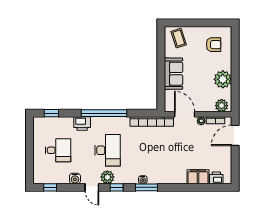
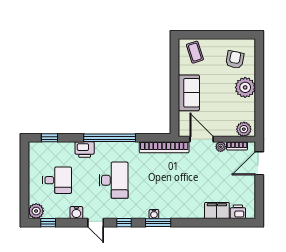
armchair: (214, 45) -> (235, 60), turned -79
plant: (223, 79) -> (245, 87), moved
plant: (107, 177) -> (36, 211), moved

